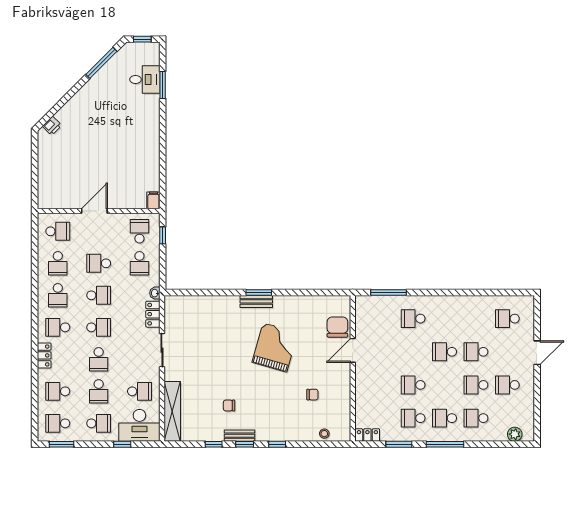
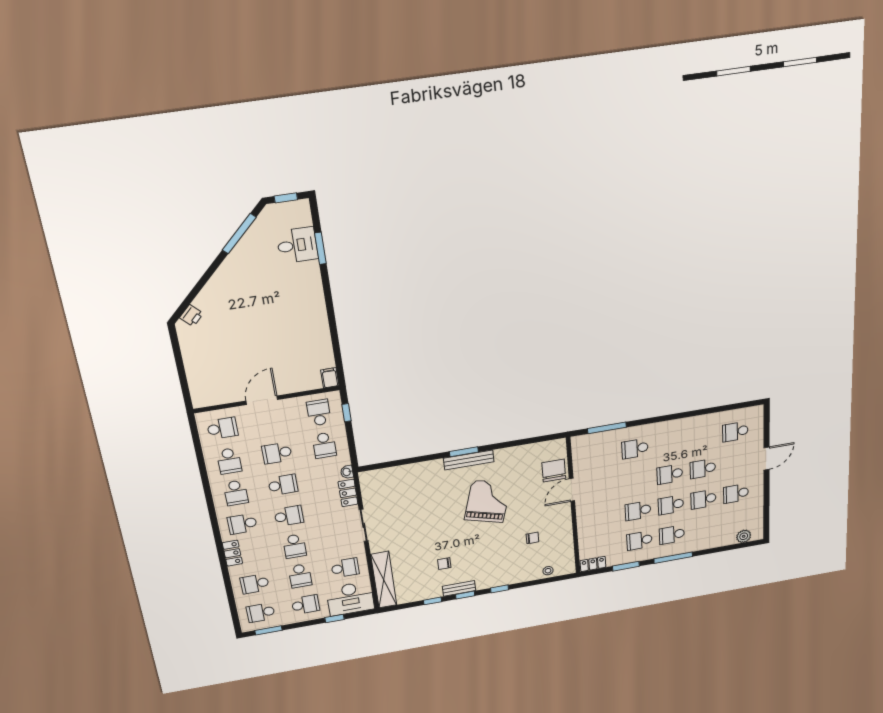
bench: (256, 301) -> (469, 460), width x1.36
school desk: (476, 418) -> (671, 505), moved

